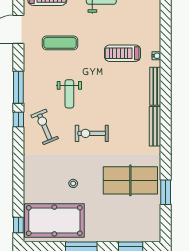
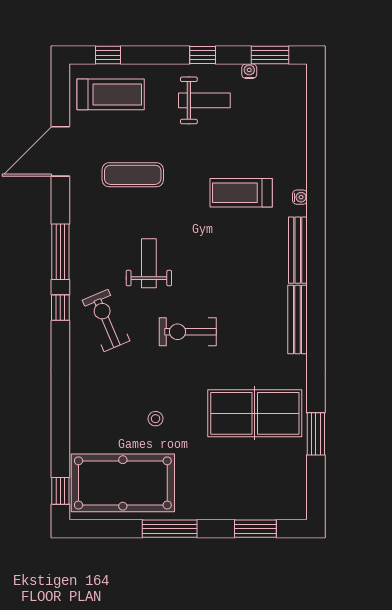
weight bench: (69, 94) -> (149, 263), turned 180

